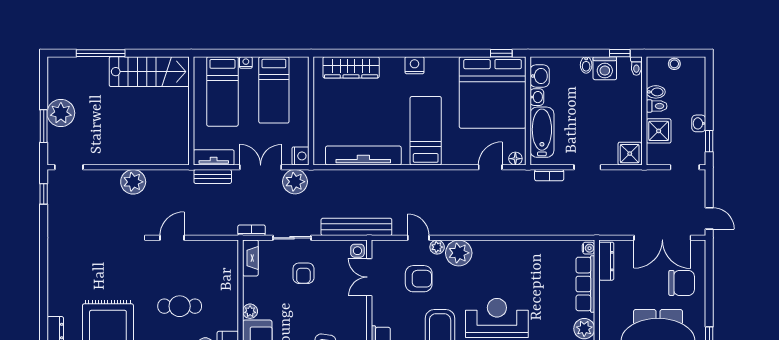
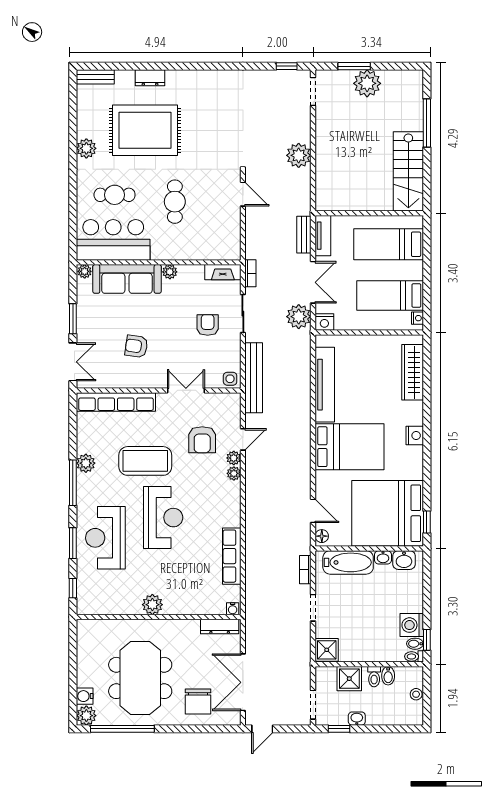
nightstand: (246, 63) -> (417, 318), moved
bidet: (586, 65) -> (415, 644), moved
bed: (426, 131) -> (349, 447), width x1.50
plant: (459, 253) -> (234, 473), width x0.53, depth x0.53
armchair: (303, 273) -> (208, 325), turned 90
double door: (369, 277) -> (186, 390), moved
row of seats: (585, 284) -> (232, 556), moved, turned -90

